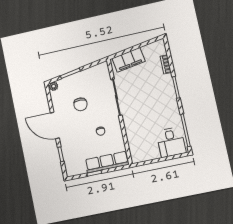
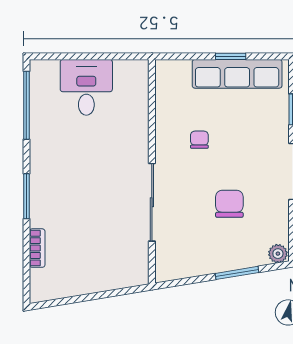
filing cabinet: (129, 60) -> (111, 274), removed
desk: (171, 142) -> (86, 87), moved
row of seats: (107, 162) -> (237, 74), moved

